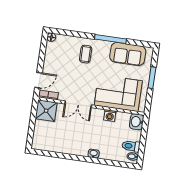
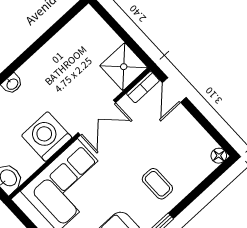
double door: (78, 104) -> (97, 118), swing flipped
washing machine: (110, 116) -> (47, 137), width x1.89, depth x1.89

